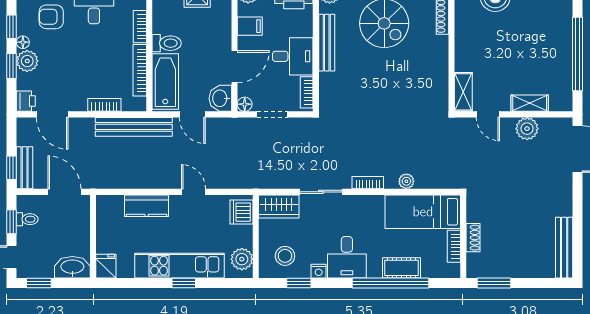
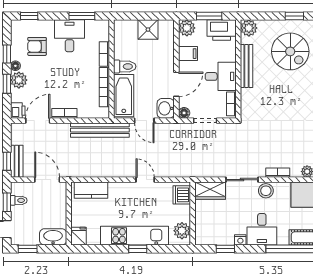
bookcase: (104, 105) -> (64, 113), moved
door: (52, 114) -> (38, 121), swing flipped
kitchen counter: (147, 206) -> (91, 190), moved
stool: (285, 256) -> (266, 191), moved

